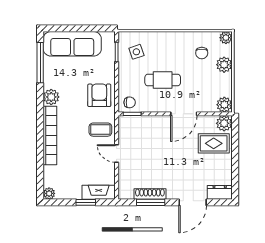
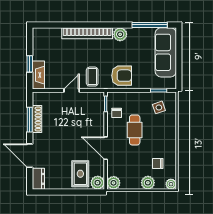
chair: (130, 102) -> (117, 113), moved
plant: (49, 193) -> (37, 33), removed

